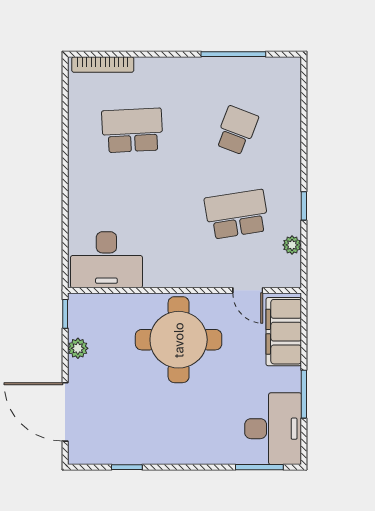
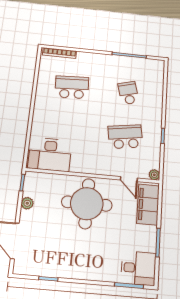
school desk: (237, 130) -> (128, 93), turned -36
plant: (292, 245) -> (154, 175), moved
desk: (273, 429) -> (138, 268), width x0.73

